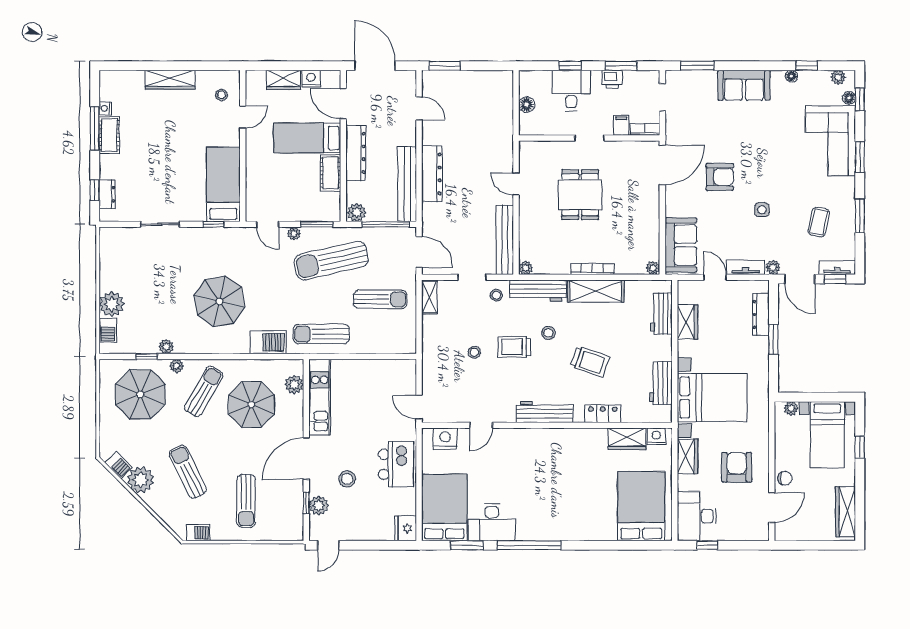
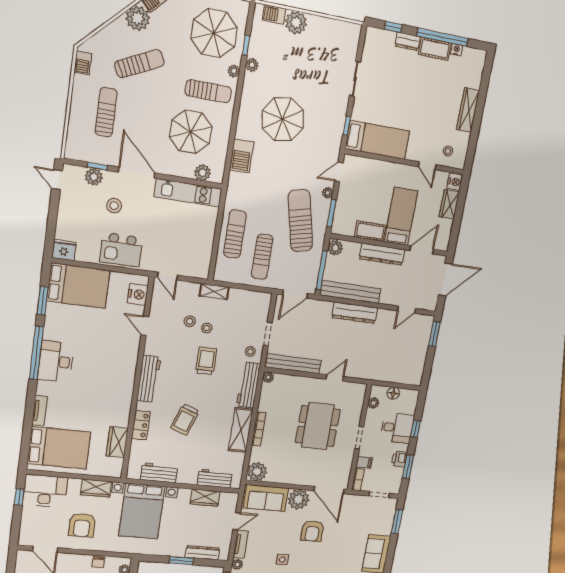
nightstand: (311, 79) -> (455, 182), moved
plant: (542, 128) -> (373, 403), added
window: (95, 129) -> (443, 37), width x1.46
dresser: (107, 194) -> (408, 41), moved
dining table: (580, 195) -> (318, 426), width x1.38
plant: (679, 203) -> (299, 499), added
plant: (653, 268) -> (257, 472), width x1.88, depth x1.88
shelving: (429, 297) -> (214, 292), moved
stool: (548, 333) -> (190, 321), moved
sun lounger: (321, 334) -> (235, 234), moved
sun lounger: (204, 391) -> (208, 91), turned -30
door: (419, 407) -> (168, 276), swing flipped
nightstand: (656, 436) -> (116, 465), removed
armchair: (737, 467) -> (82, 525), turned 90
chair: (785, 478) -> (98, 562), moved
sun lounger: (246, 501) -> (106, 112), turned 90
desk: (492, 522) -> (56, 361), moved
tv unit: (598, 534) -> (39, 411), added

